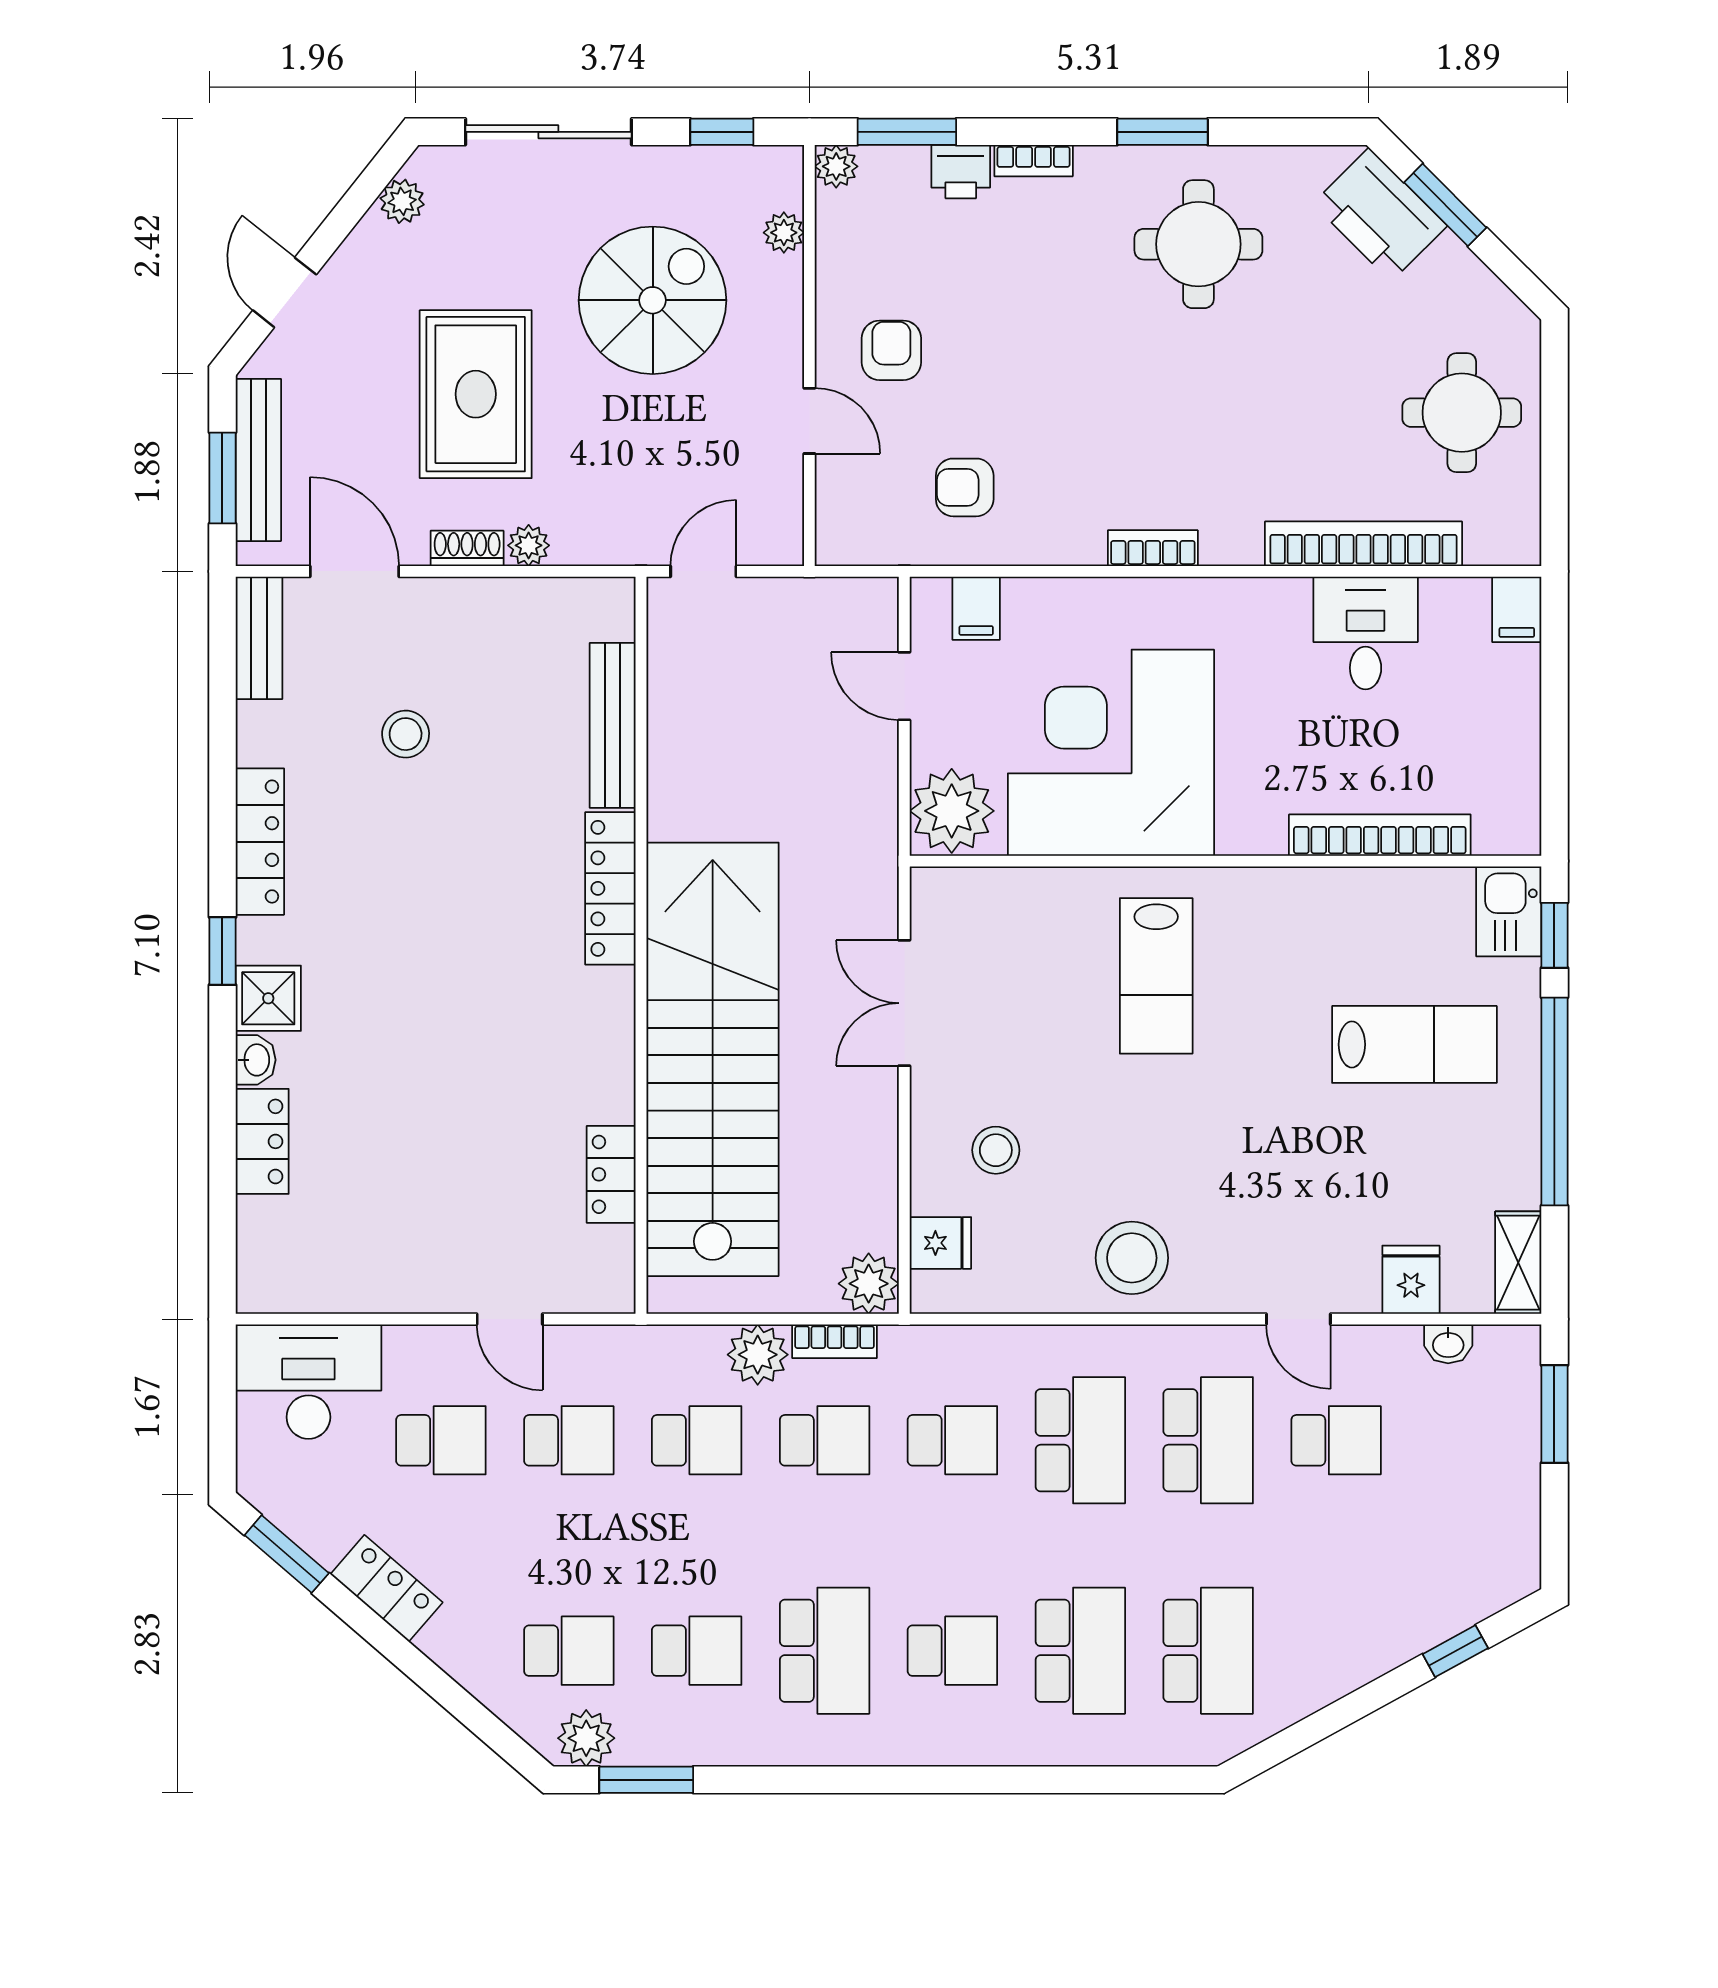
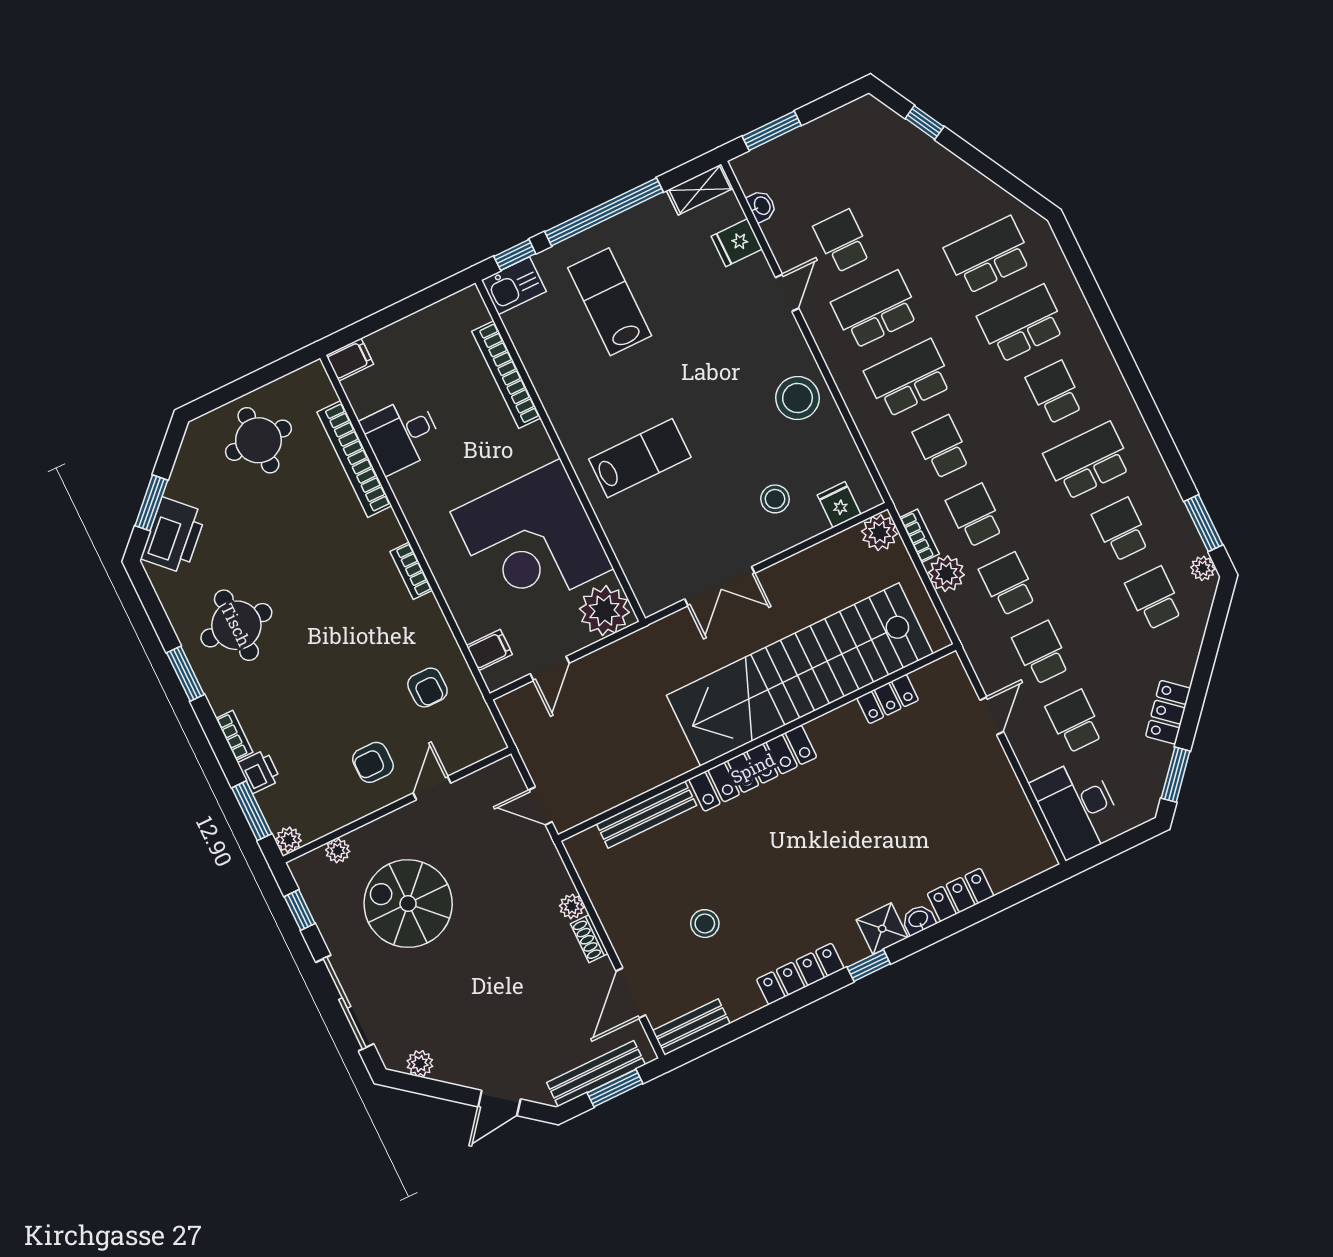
rug: (476, 394) -> (504, 974), removed
locker: (610, 888) -> (753, 768), width x1.41, depth x1.21
plant: (586, 1738) -> (1203, 568), width x0.73, depth x0.73

